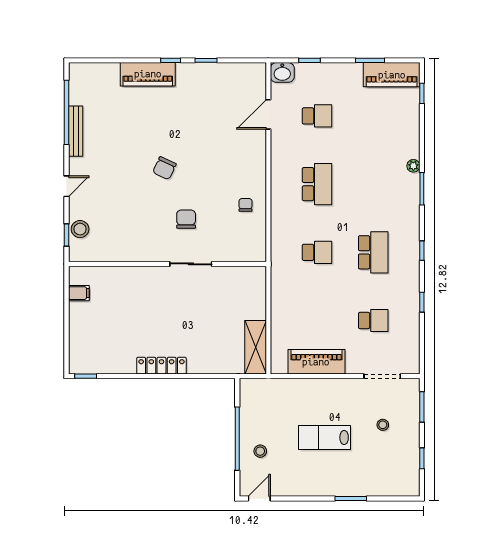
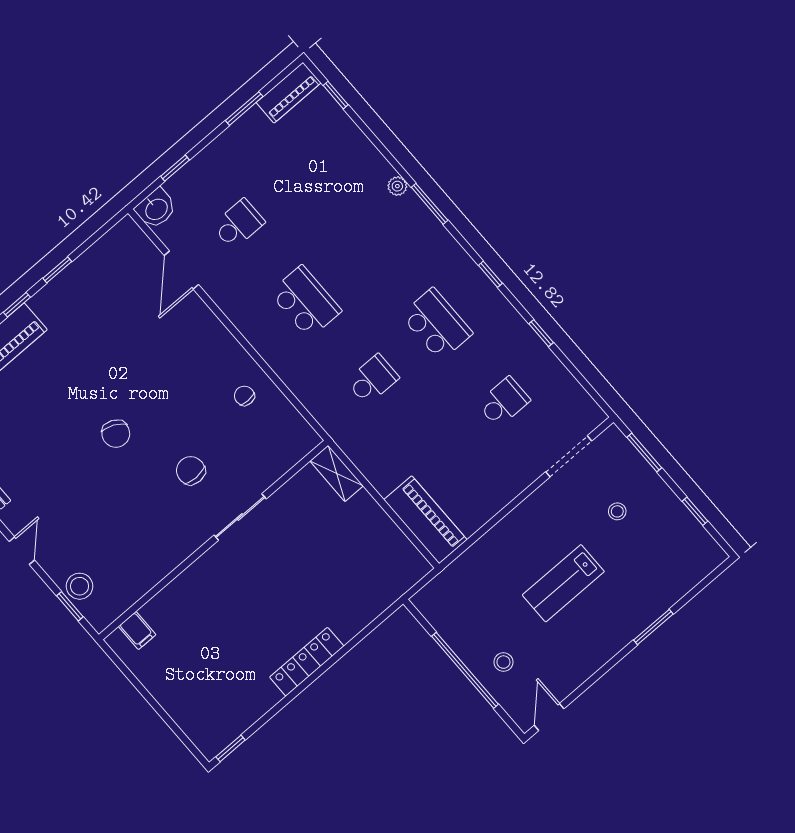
piano: (392, 75) -> (288, 93), width x0.73, depth x0.75
filing cabinet: (79, 293) -> (137, 631), moved, turned 90
shelving: (256, 347) -> (337, 473), moved, width x0.67, depth x0.75
piano: (316, 362) -> (425, 520), moved, turned 90

